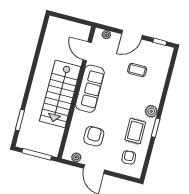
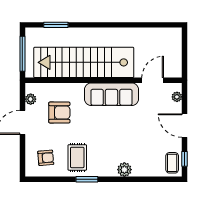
coffee table: (137, 70) -> (172, 163), moved
stairs: (60, 94) -> (84, 62), width x1.36
plant: (151, 111) -> (124, 170), moved
rug: (135, 131) -> (77, 157), turned 90

